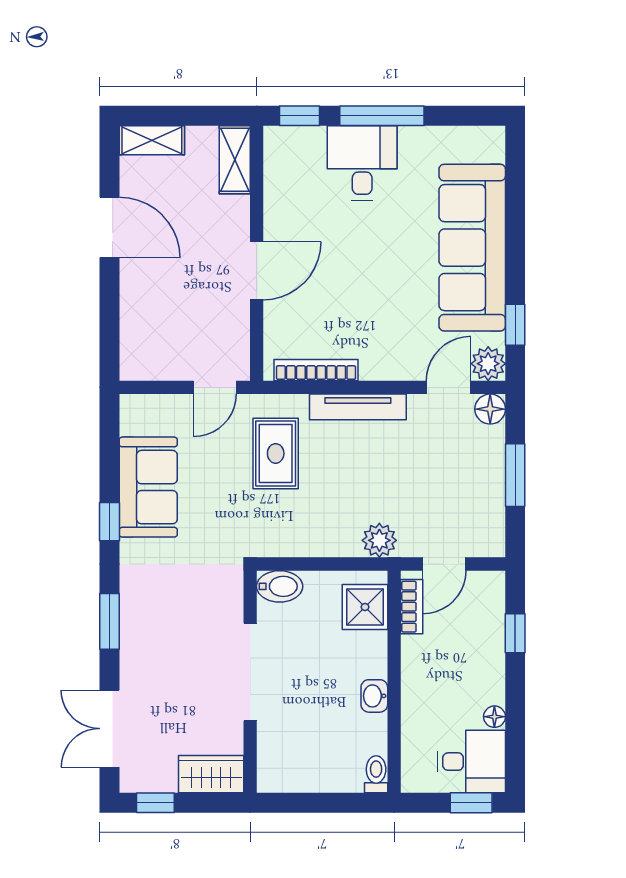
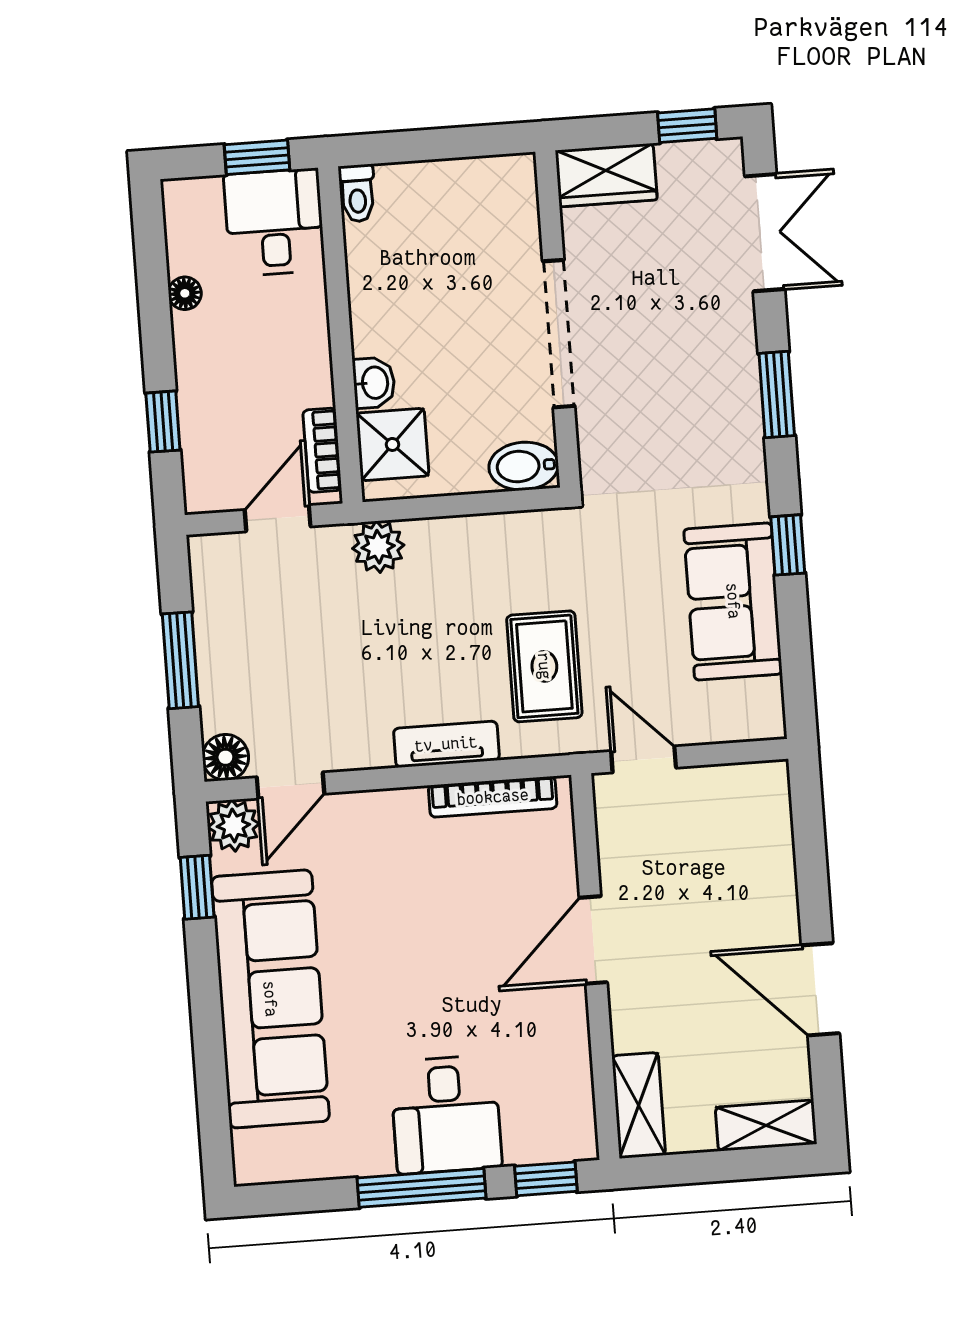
door: (215, 387) -> (644, 759), hinge flipped
tv unit: (358, 407) -> (446, 744), width x0.71
washbasin: (374, 696) -> (374, 383), moved
desk: (471, 762) -> (274, 222), moved, turned 90
window: (471, 803) -> (257, 157), moved

